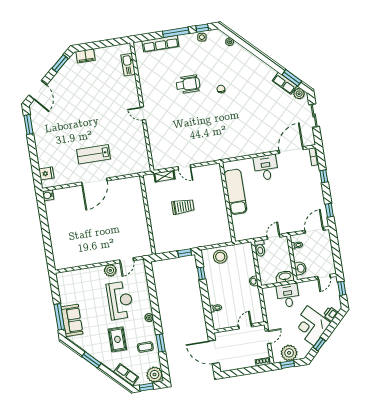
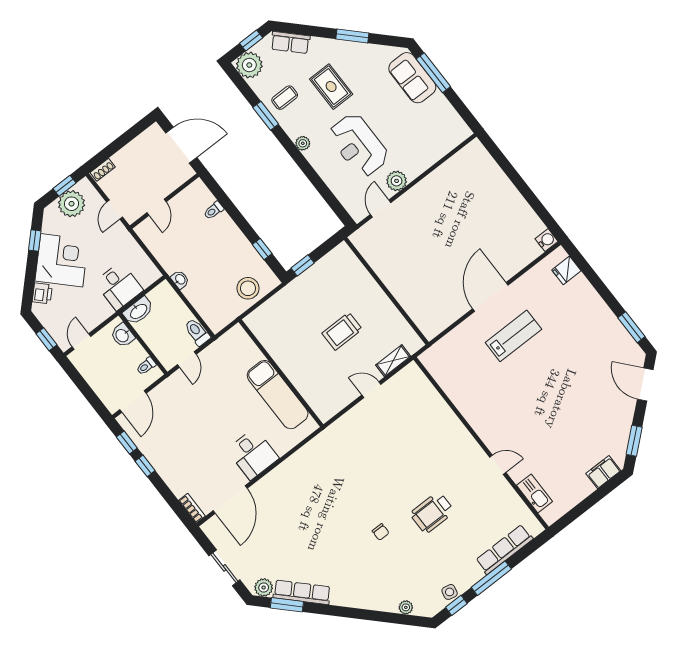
row of seats: (285, 83) -> (302, 592), width x1.48
door: (143, 113) -> (498, 465), moved
window: (324, 176) -> (145, 466), moved

